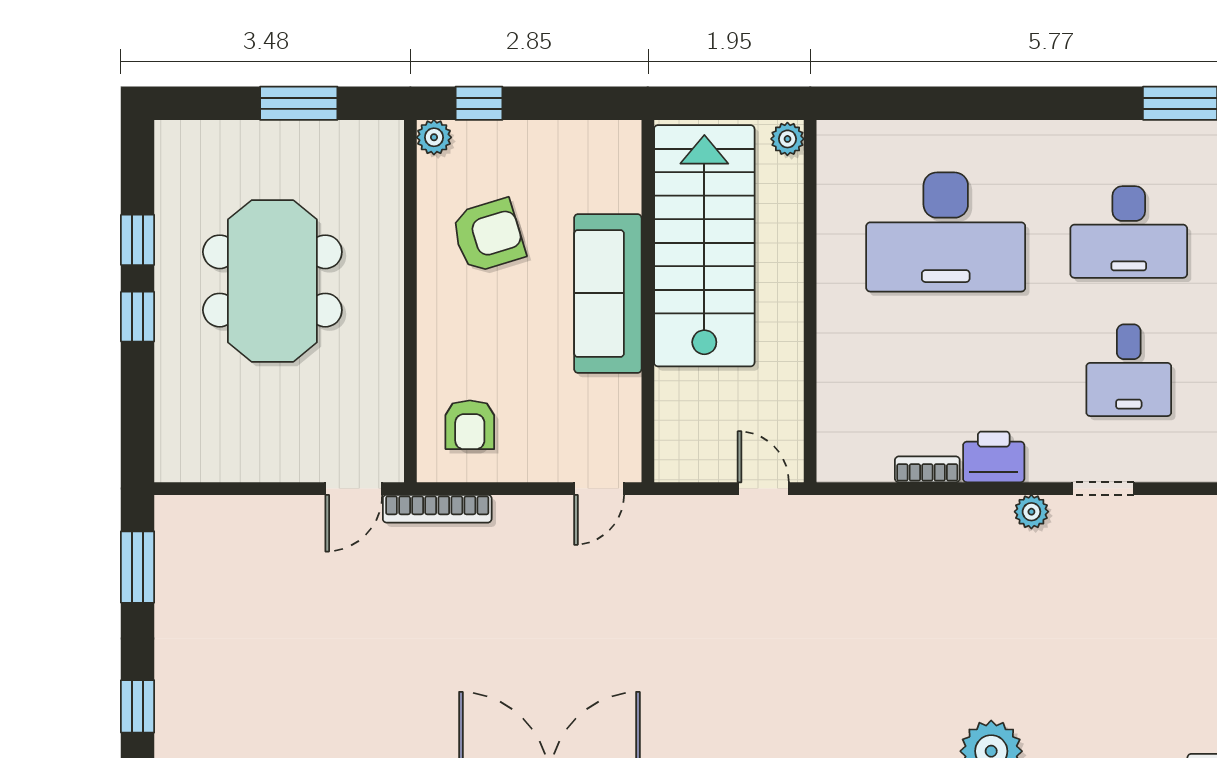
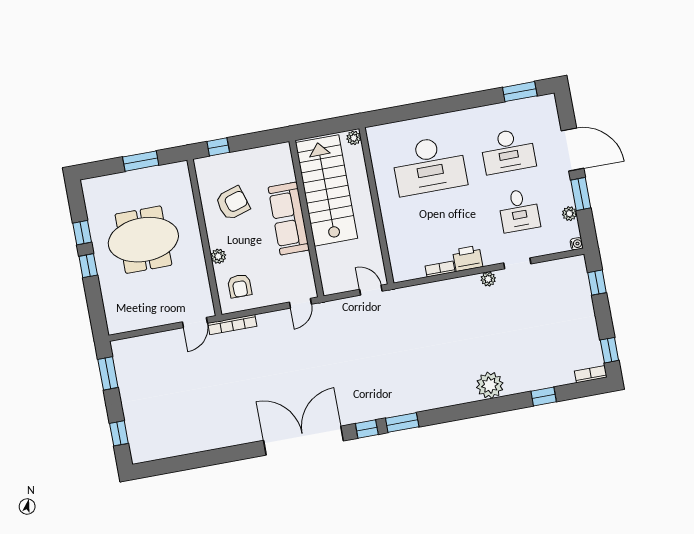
plant: (434, 137) -> (218, 256), moved
meeting table: (272, 281) -> (143, 240), turned 90

